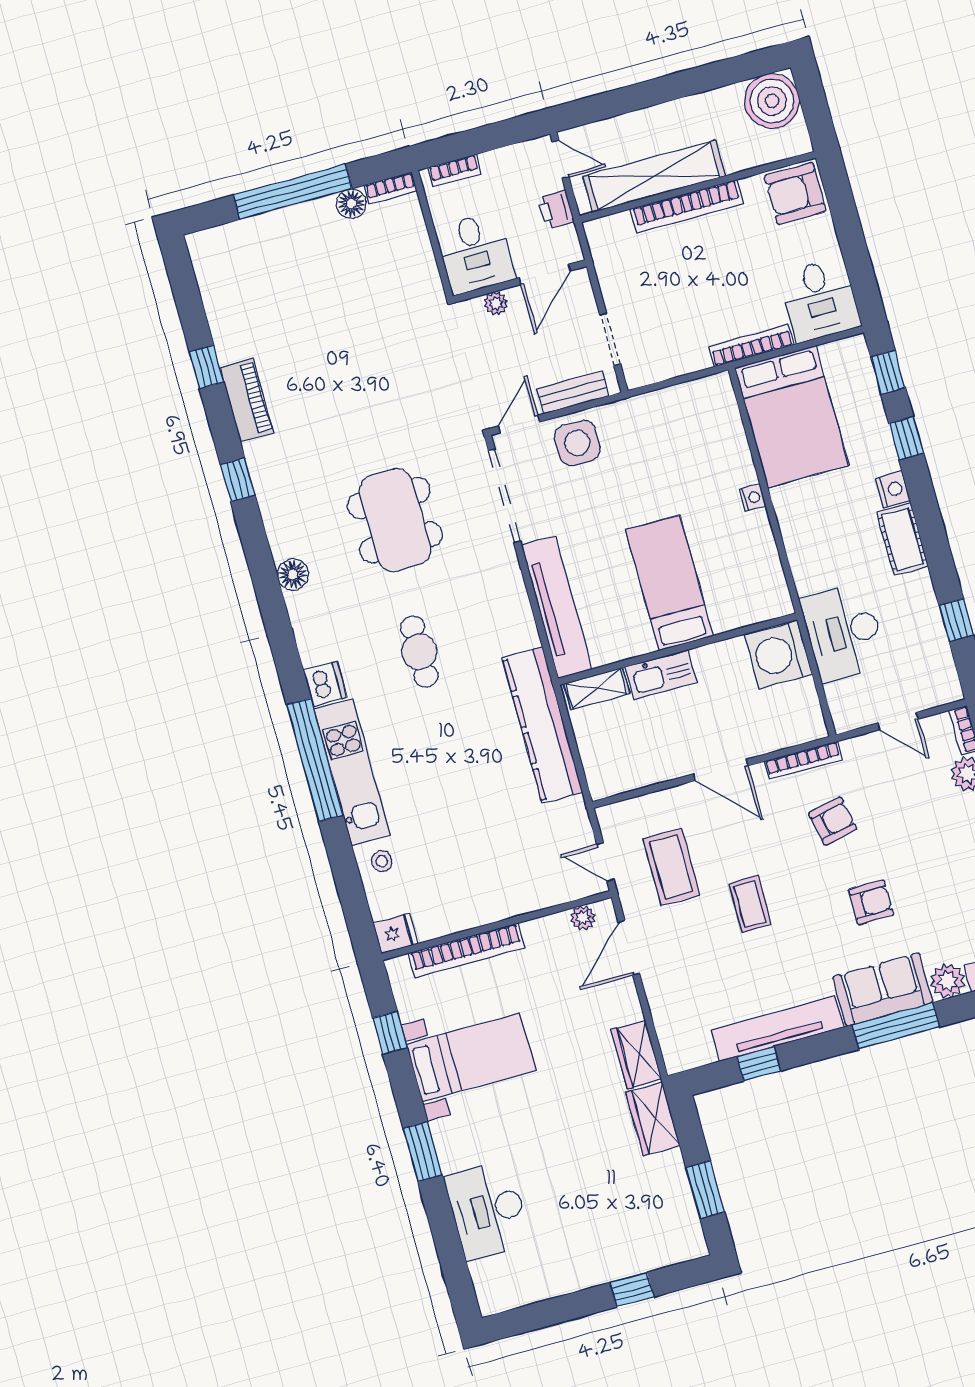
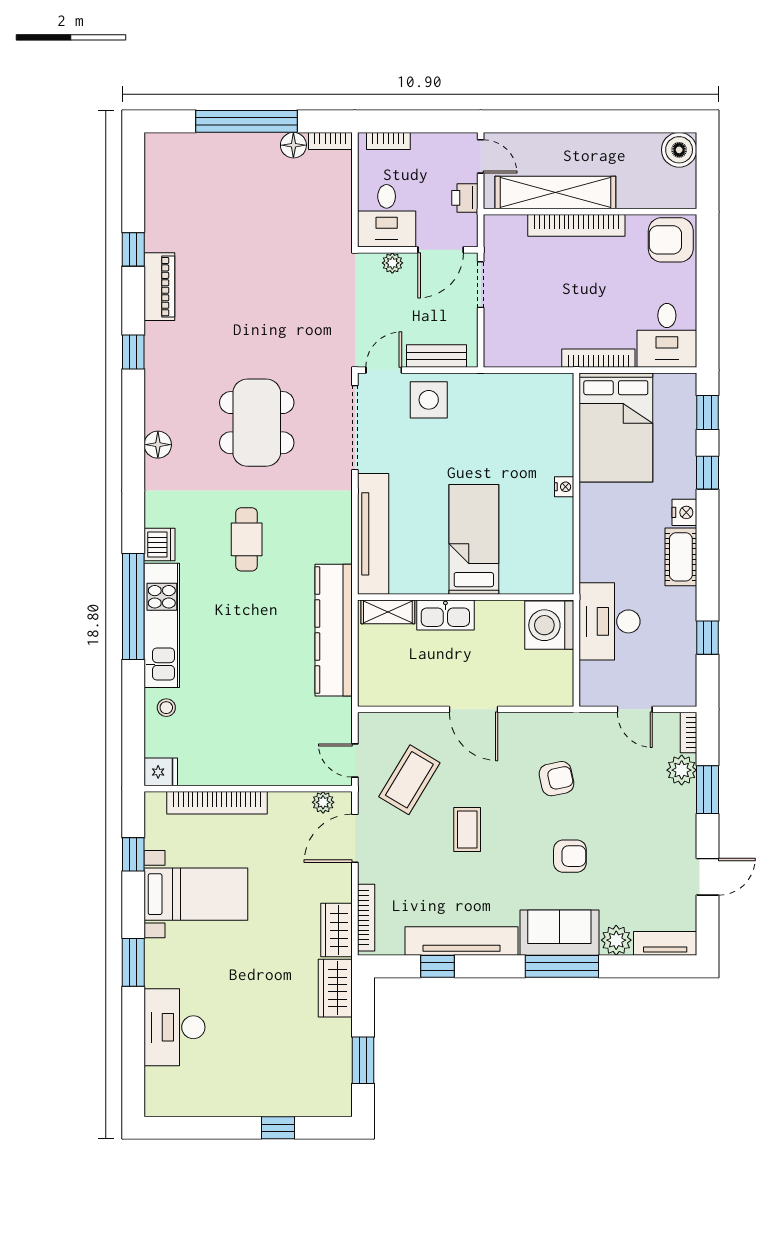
boiler: (772, 101) -> (679, 150), width x0.73, depth x0.73
doorway: (610, 339) -> (481, 285), moved
bookcase: (803, 760) -> (366, 918), moved, turned -90
coffee table: (671, 867) -> (409, 780), turned 31

